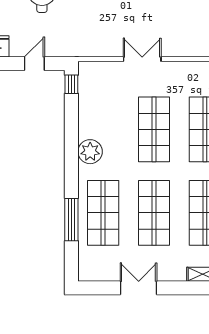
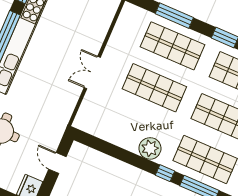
window: (71, 84) -> (165, 173), moved

